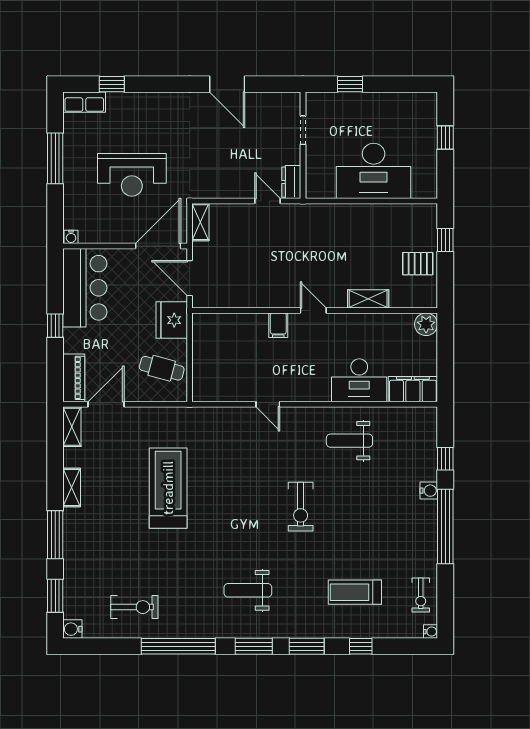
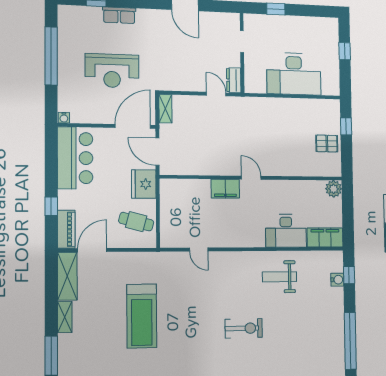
row of seats: (84, 102) -> (119, 15), moved
window: (55, 158) -> (51, 56), width x1.46
shelving: (368, 299) -> (291, 169), removed
filing cabinet: (278, 325) -> (225, 189), width x2.00
window: (55, 326) -> (51, 206), moved
door: (268, 404) -> (199, 250), moved
shelving: (72, 427) -> (67, 276), width x1.50, depth x1.33
window: (445, 459) -> (349, 275), moved
treadmill: (168, 488) -> (142, 316), turned 180
water cooler: (429, 491) -> (337, 280), moved
exercise bike: (301, 507) -> (244, 328), turned -90

